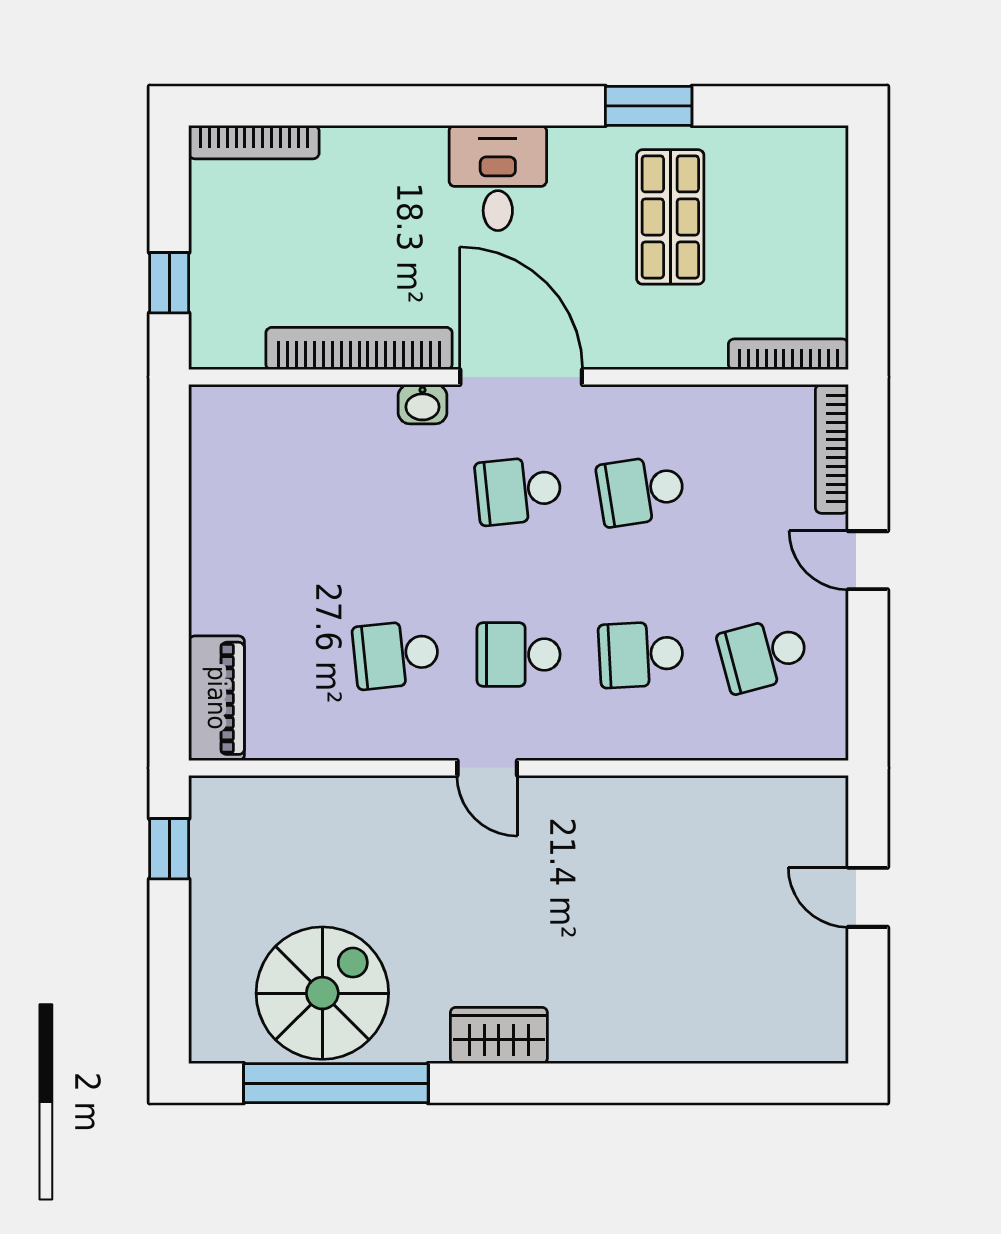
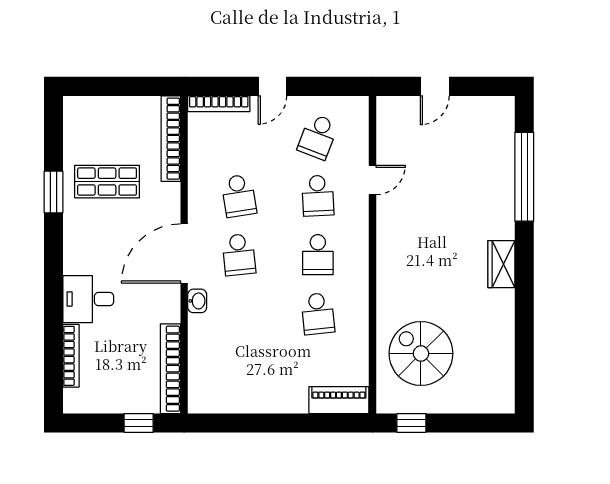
bookcase: (254, 142) -> (71, 356), moved
desk: (498, 178) -> (88, 299), moved
bookcase: (359, 349) -> (170, 369), moved
bookcase: (788, 354) -> (171, 139), width x1.48, depth x1.31
school desk: (763, 654) -> (318, 137), turned 36
door: (487, 768) -> (372, 180), moved
spiral stairs: (322, 993) -> (421, 353), moved
window: (336, 1083) -> (524, 177), moved

